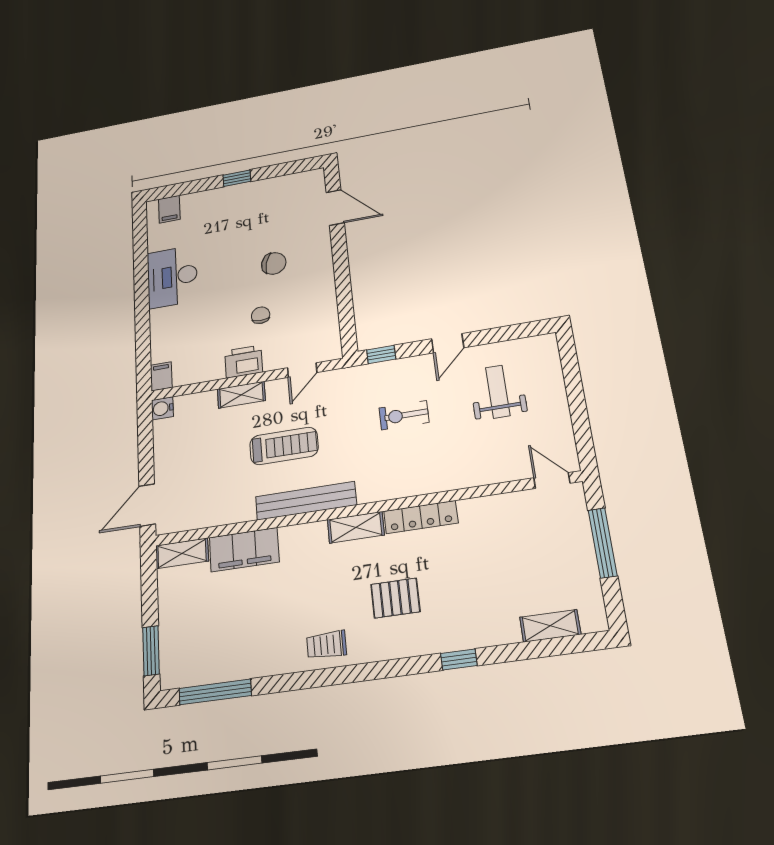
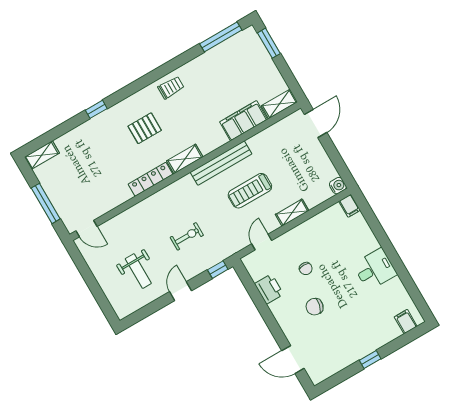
desk: (172, 277) -> (375, 269), width x0.73
printer: (244, 362) -> (269, 289), moved, turned -90
shelving: (550, 626) -> (42, 155), moved

